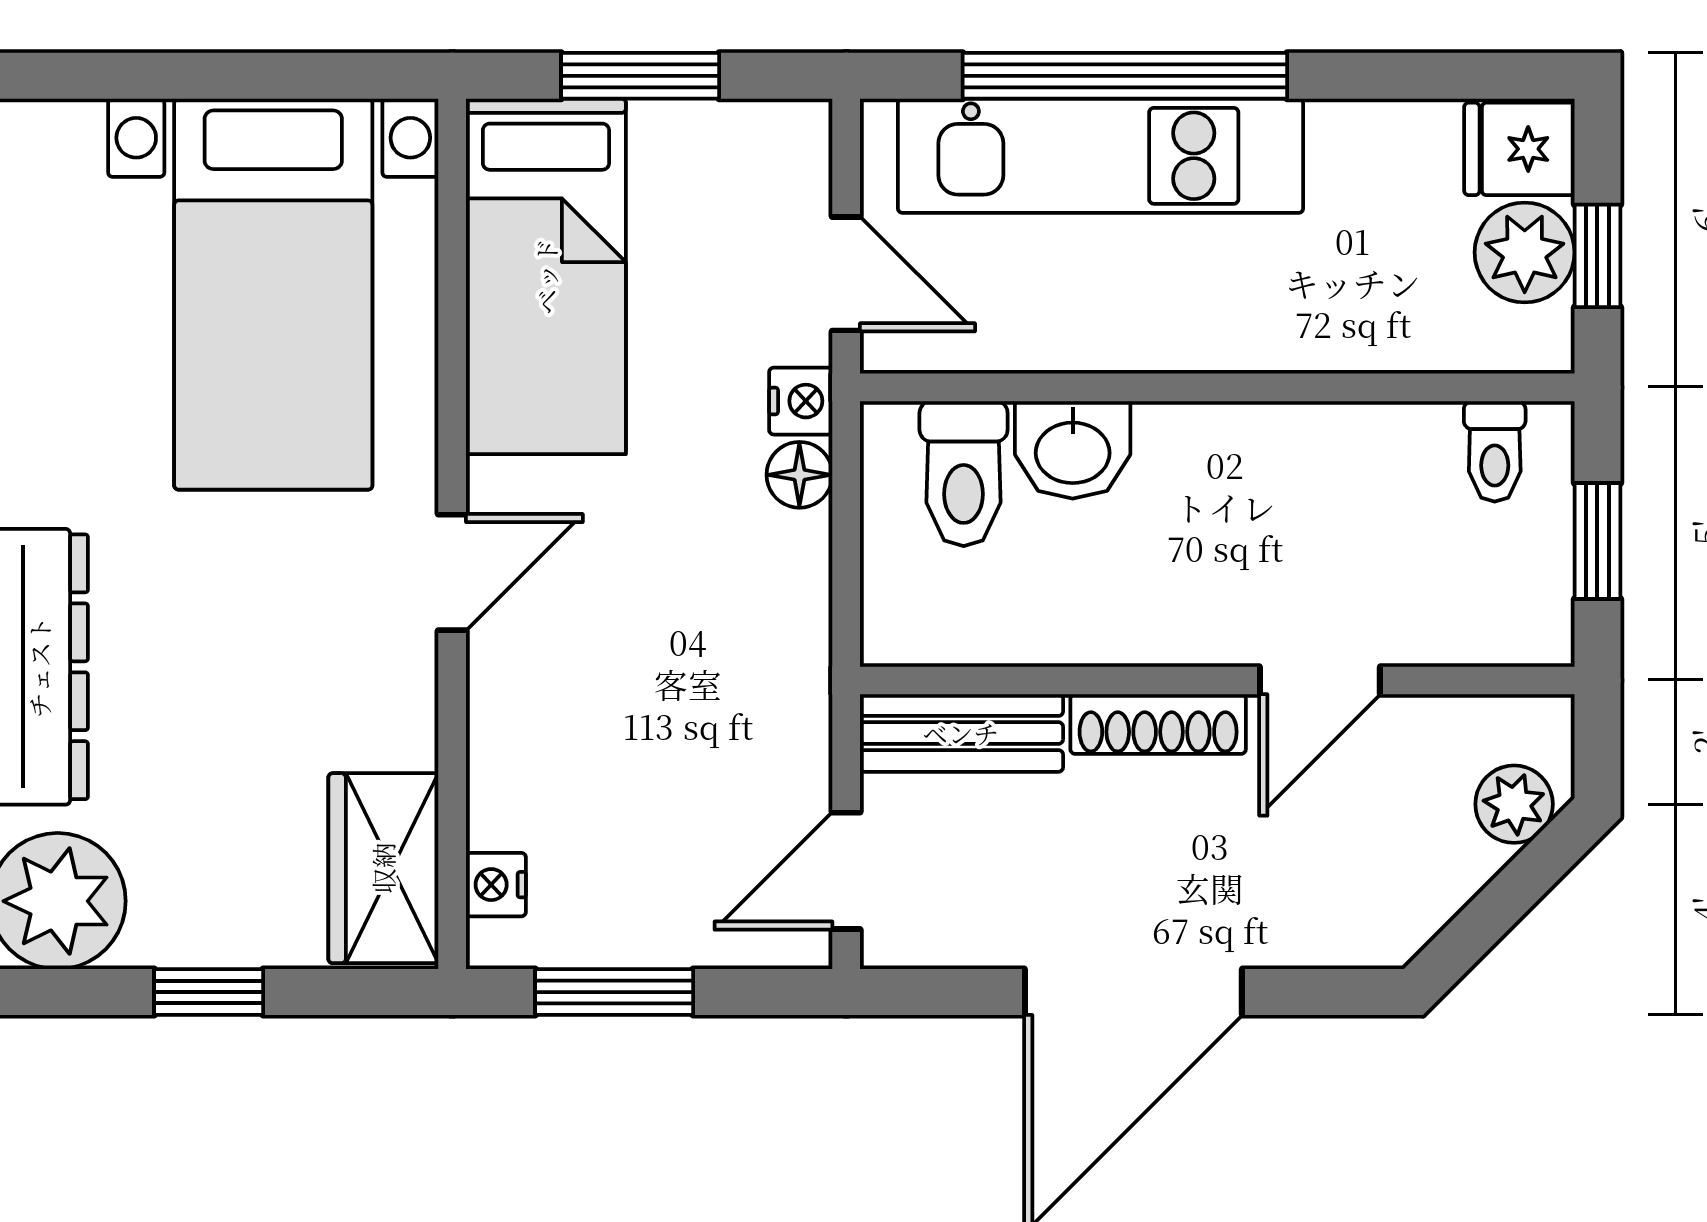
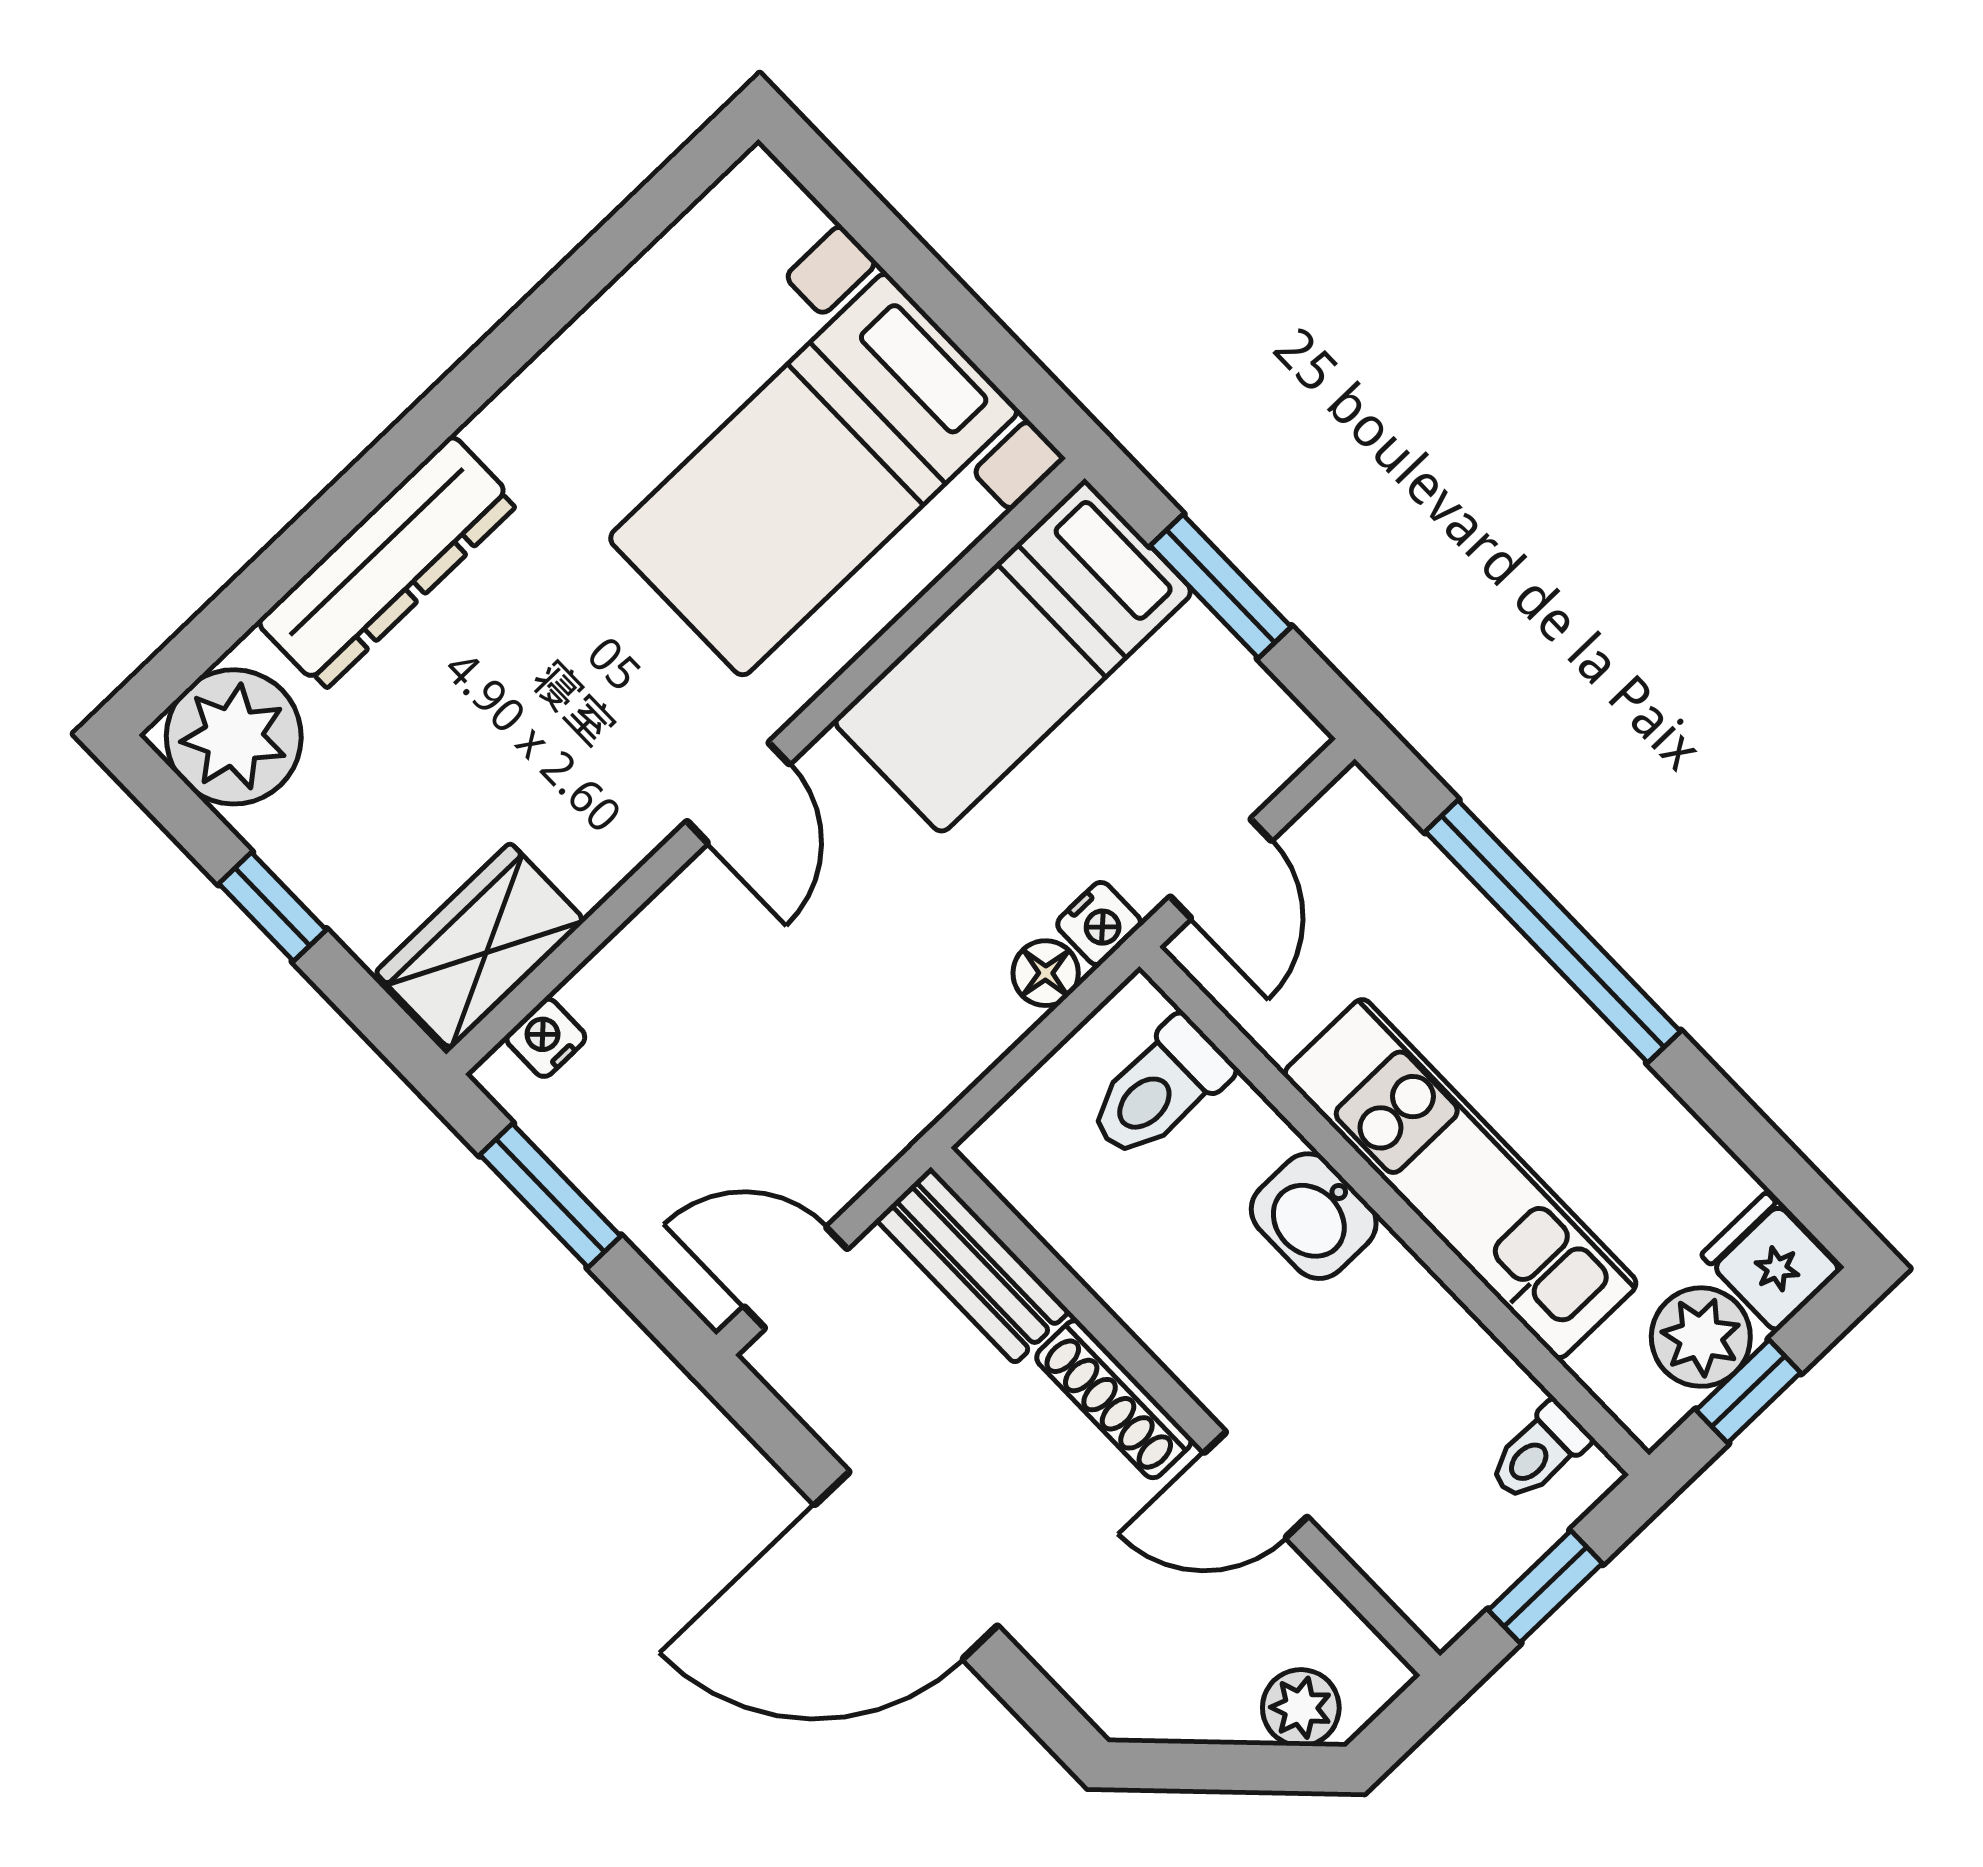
kitchen unit: (1101, 156) -> (1461, 1179), moved, turned 180
washbasin: (1073, 450) -> (1314, 1216), moved
door: (452, 572) -> (738, 793), hinge flipped

